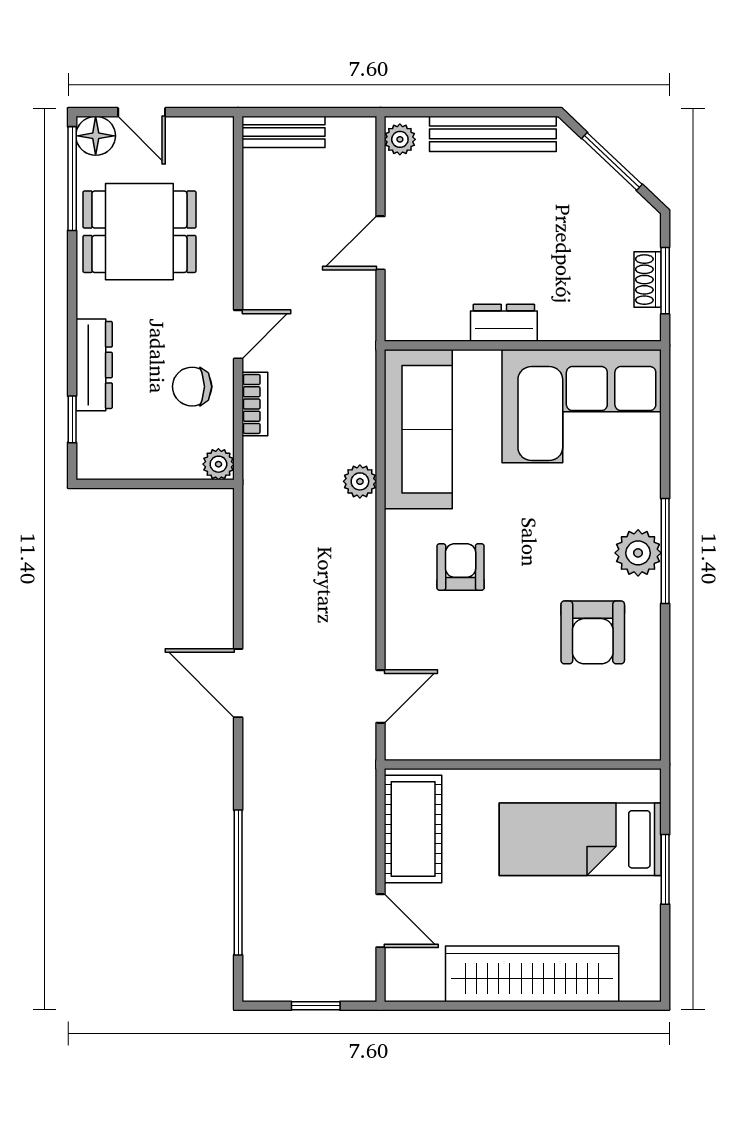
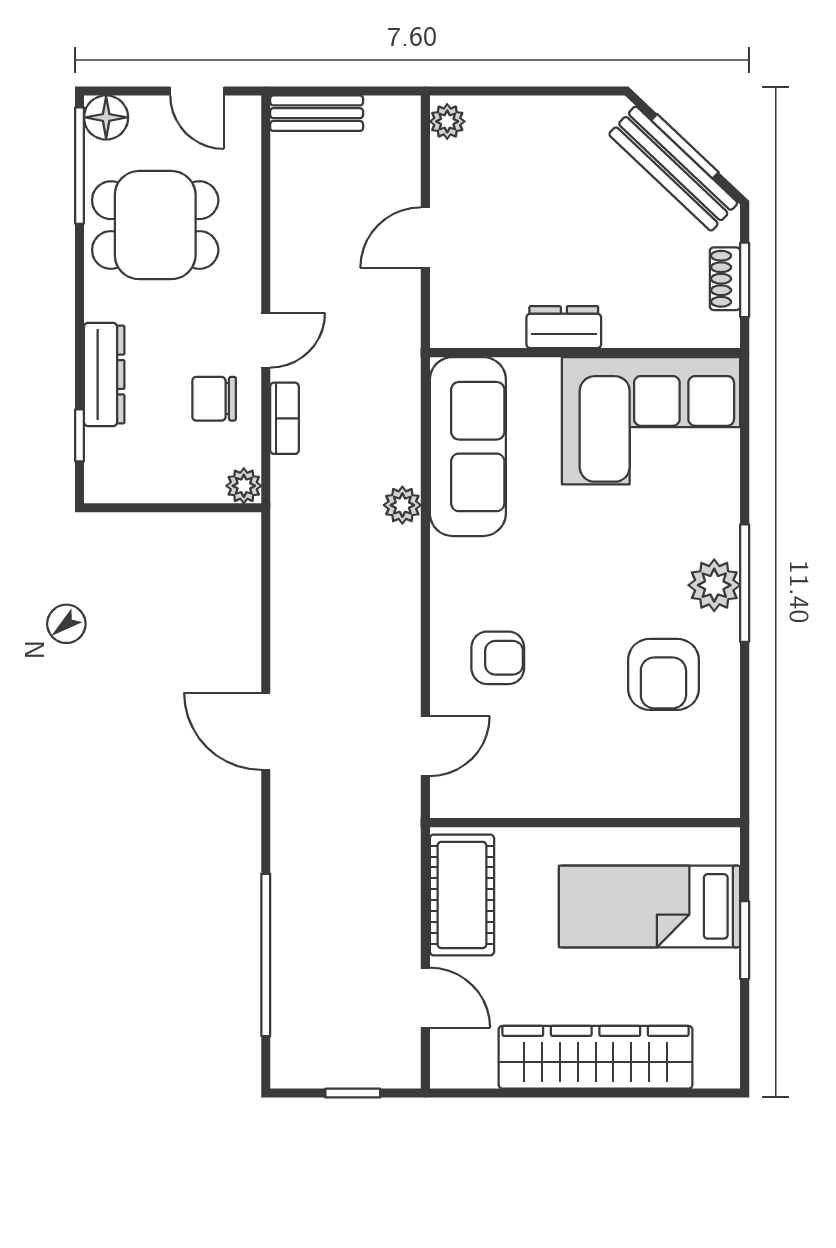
door: (142, 112) -> (197, 91), moved
bench: (493, 134) -> (673, 169), moved, turned 43
armchair: (461, 567) -> (498, 658), moved, turned 90

